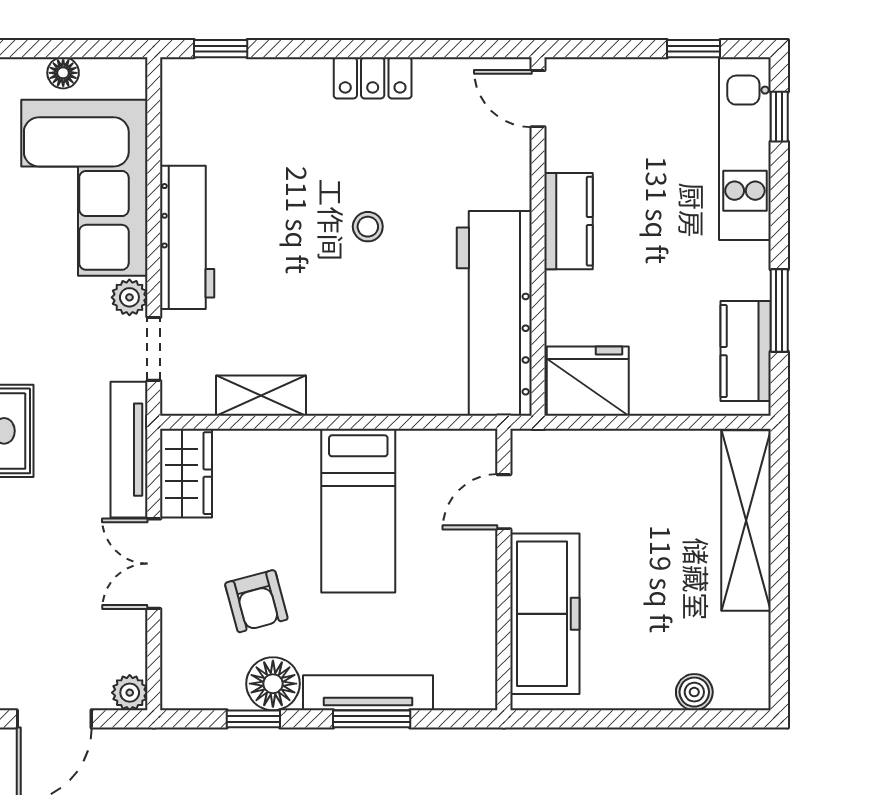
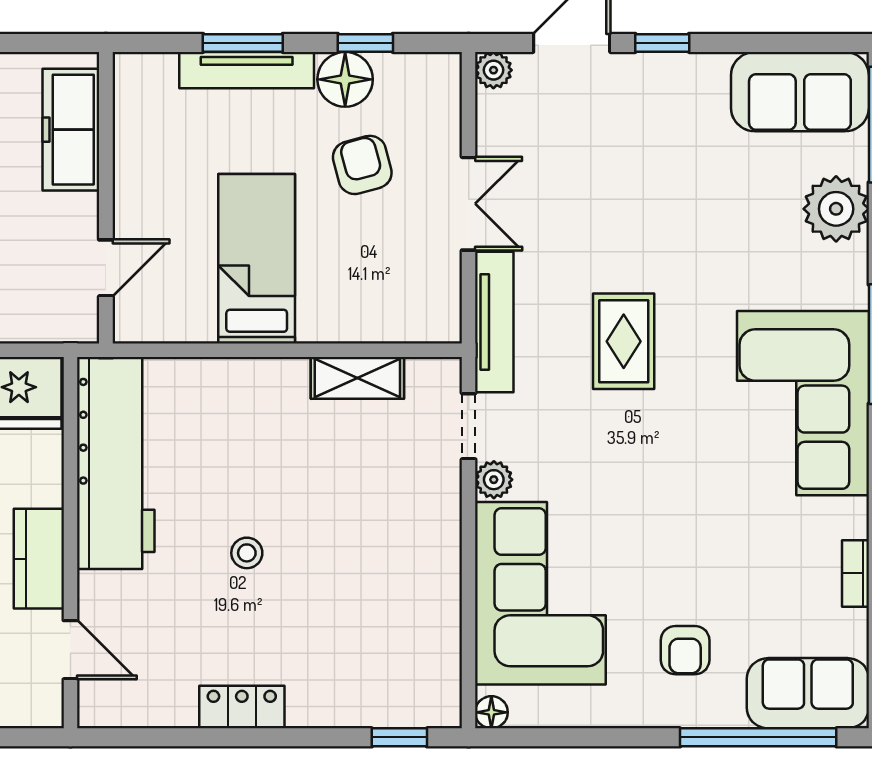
floor lamp: (63, 73) -> (491, 712), moved
door: (538, 99) -> (70, 650), moved
workbench: (187, 237) -> (434, 542), removed
wardrobe: (186, 473) -> (435, 298), removed
freezer: (545, 614) -> (71, 130), width x0.73, depth x0.79

